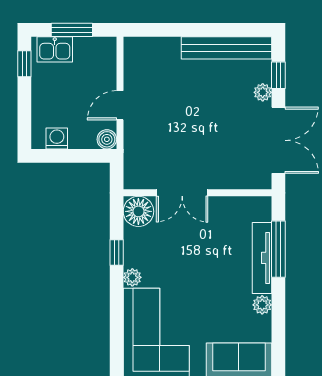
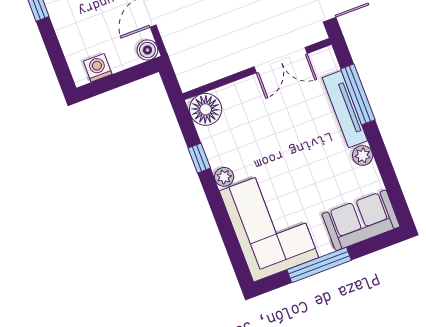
double door: (182, 193) -> (281, 60), moved

